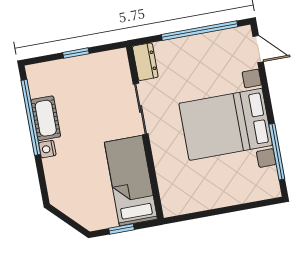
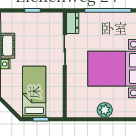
bed: (131, 181) -> (34, 92), moved
plant: (224, 195) -> (105, 110), added

